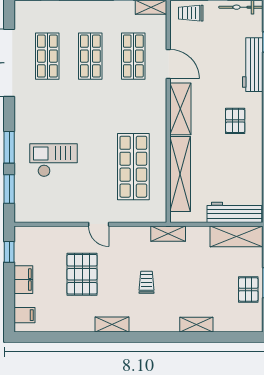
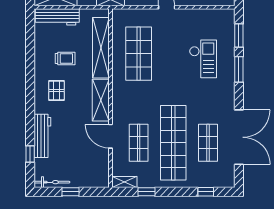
trolley: (191, 13) -> (65, 59), moved
shop shelf: (90, 56) -> (173, 143), width x2.00, depth x1.36
checkout: (53, 160) -> (203, 59), turned -90

